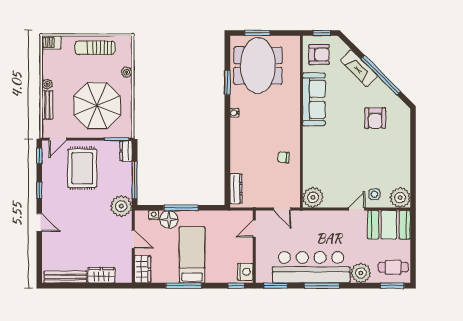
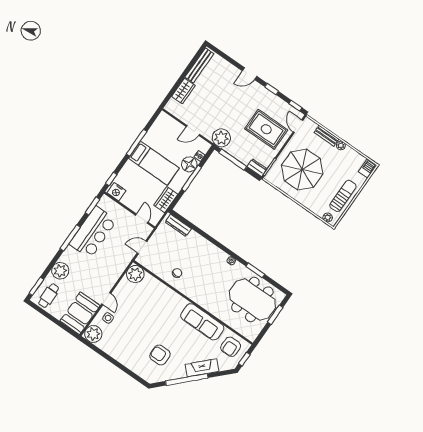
plant: (127, 72) -> (328, 217), moved
bar counter: (311, 267) -> (93, 232), width x0.73
wardrobe: (143, 269) -> (166, 200), moved, turned 90

